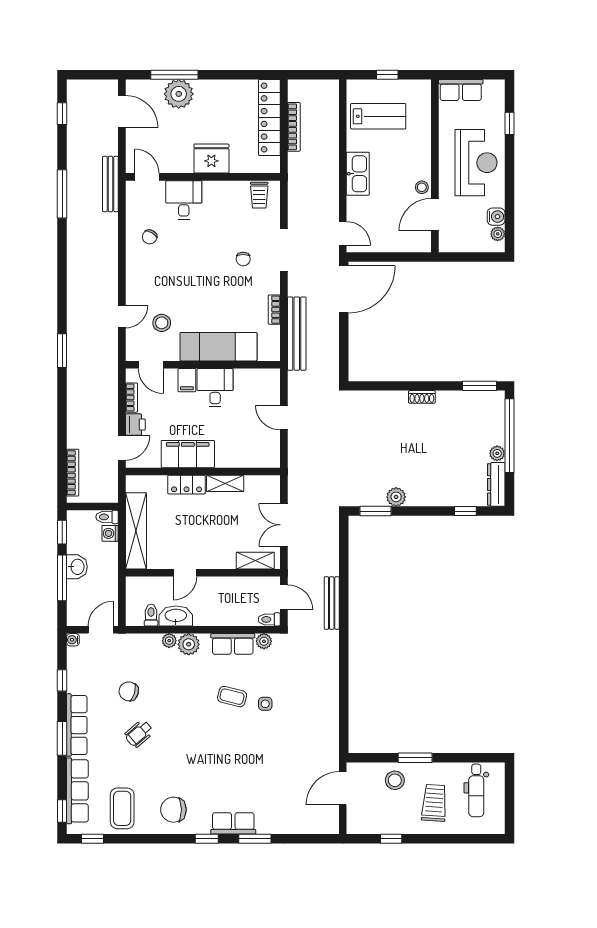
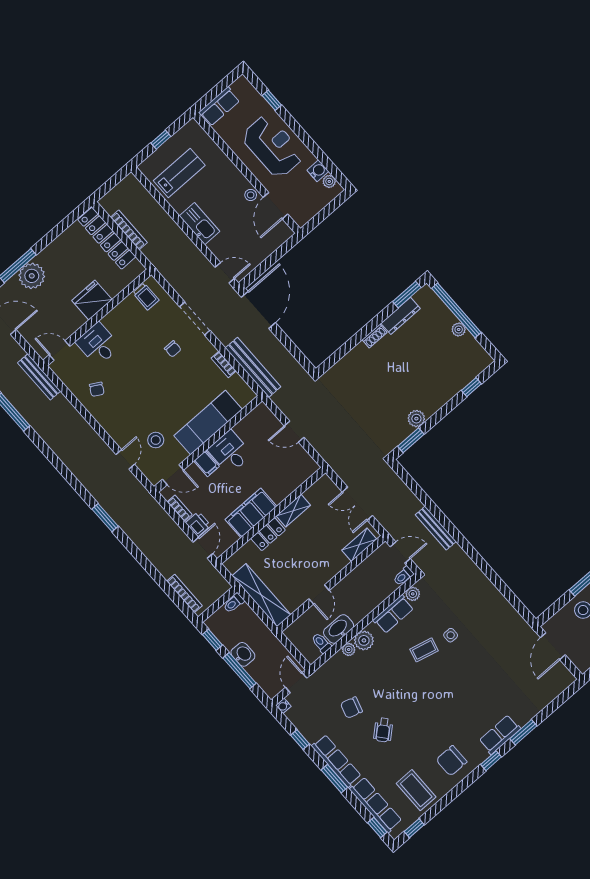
dresser: (496, 484) -> (401, 316), moved, turned -90
washing machine: (110, 533) -> (245, 612), removed

